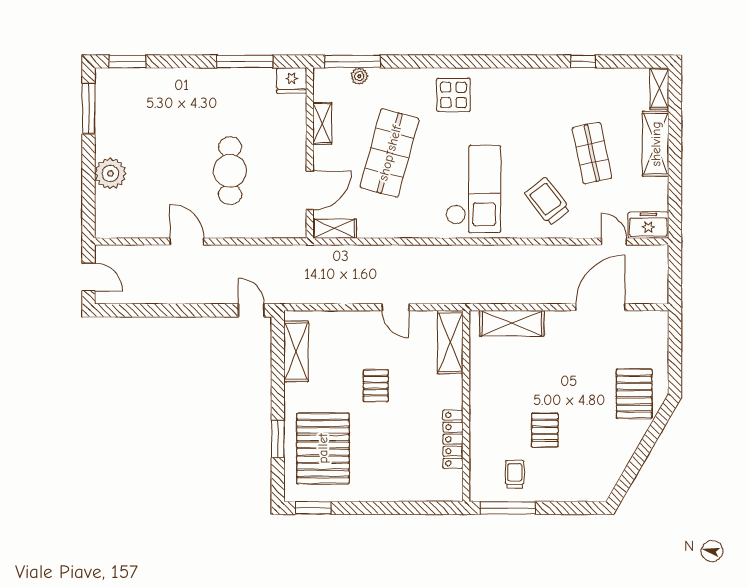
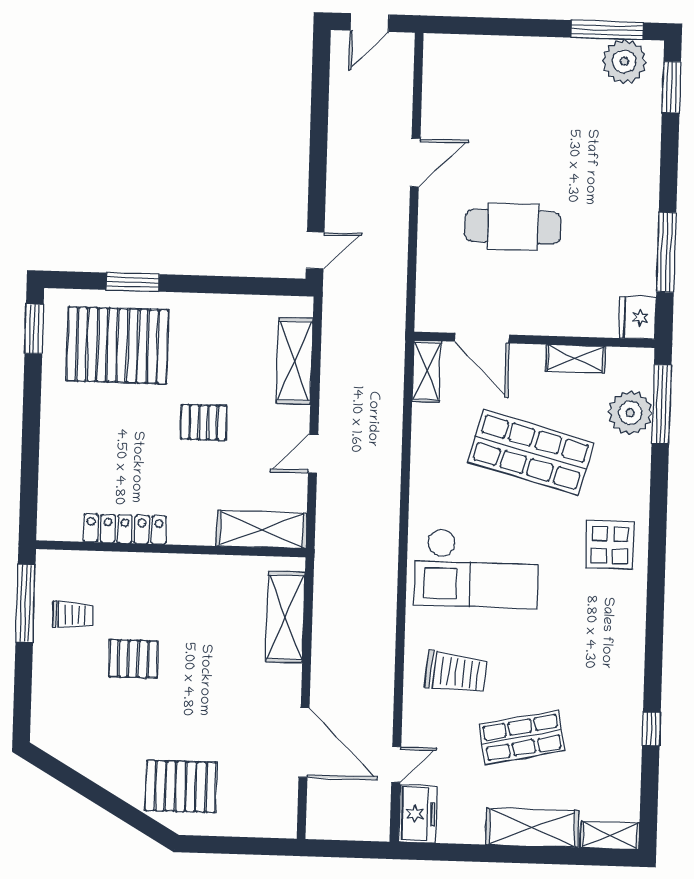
plant: (359, 76) -> (630, 413), width x1.88, depth x1.88
plant: (110, 174) -> (624, 61), moved
trolley: (547, 201) -> (456, 673), turned 43
shelving: (296, 351) -> (295, 361), moved, turned 90

